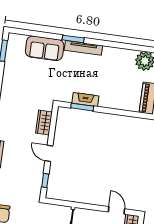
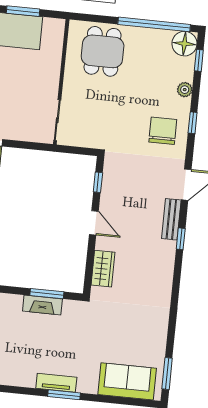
sofa: (45, 48) -> (127, 381), moved
tv unit: (83, 48) -> (56, 383), width x0.71

